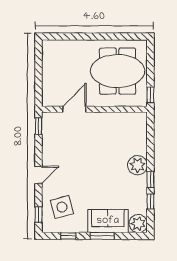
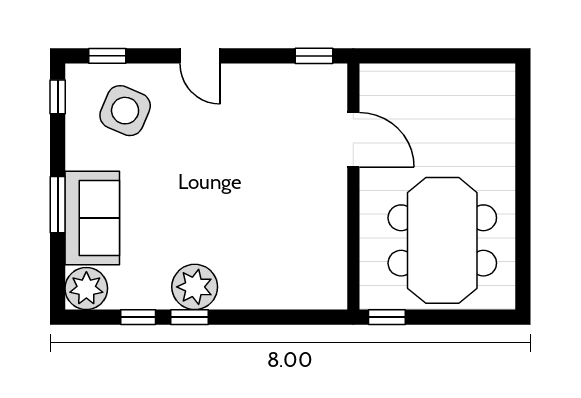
plant: (137, 165) -> (195, 287), moved
side table: (62, 207) -> (125, 111), turned 38
window: (68, 236) -> (58, 97), moved

